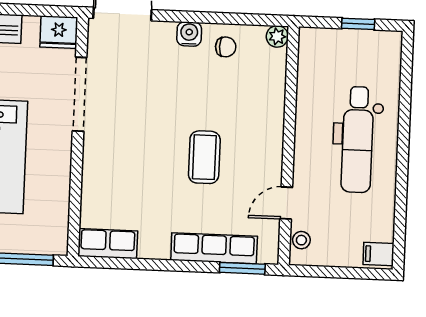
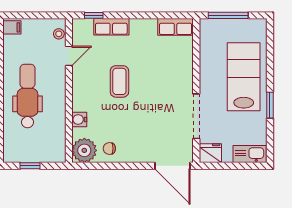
water cooler: (189, 34) -> (79, 119), moved, turned 90
plant: (277, 36) -> (84, 150), width x1.88, depth x1.88
row of seats: (214, 248) -> (111, 27), width x0.68
window: (242, 268) -> (94, 15), width x0.67

